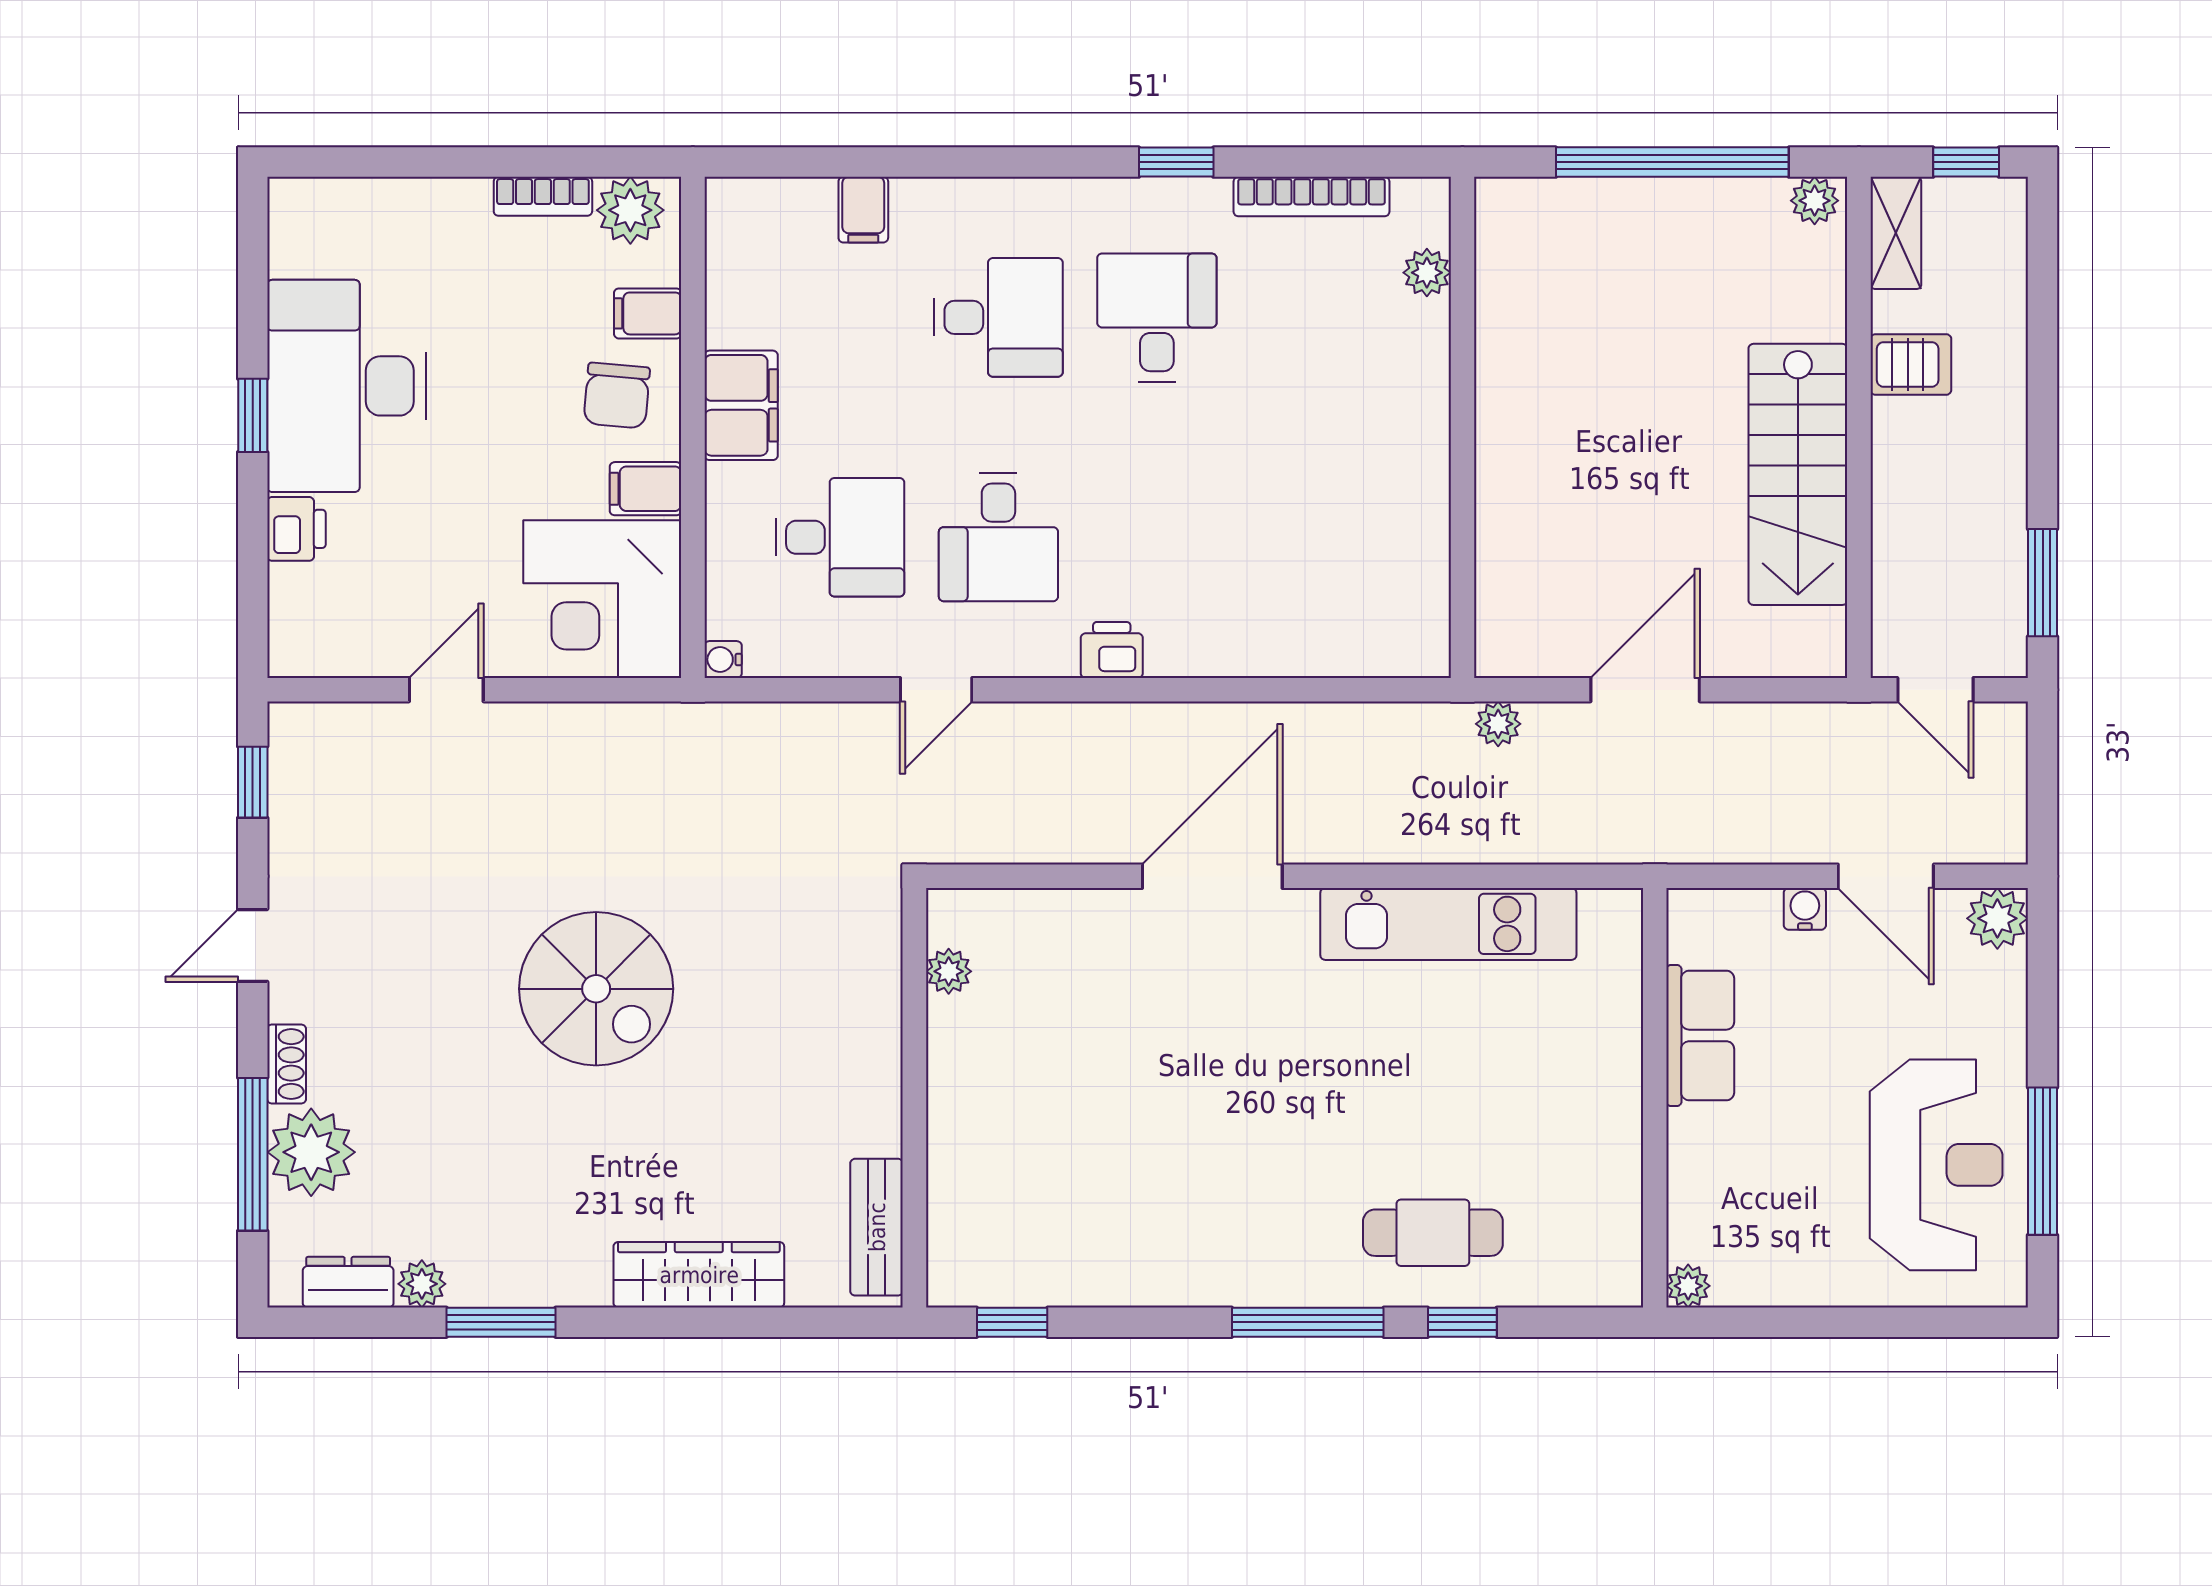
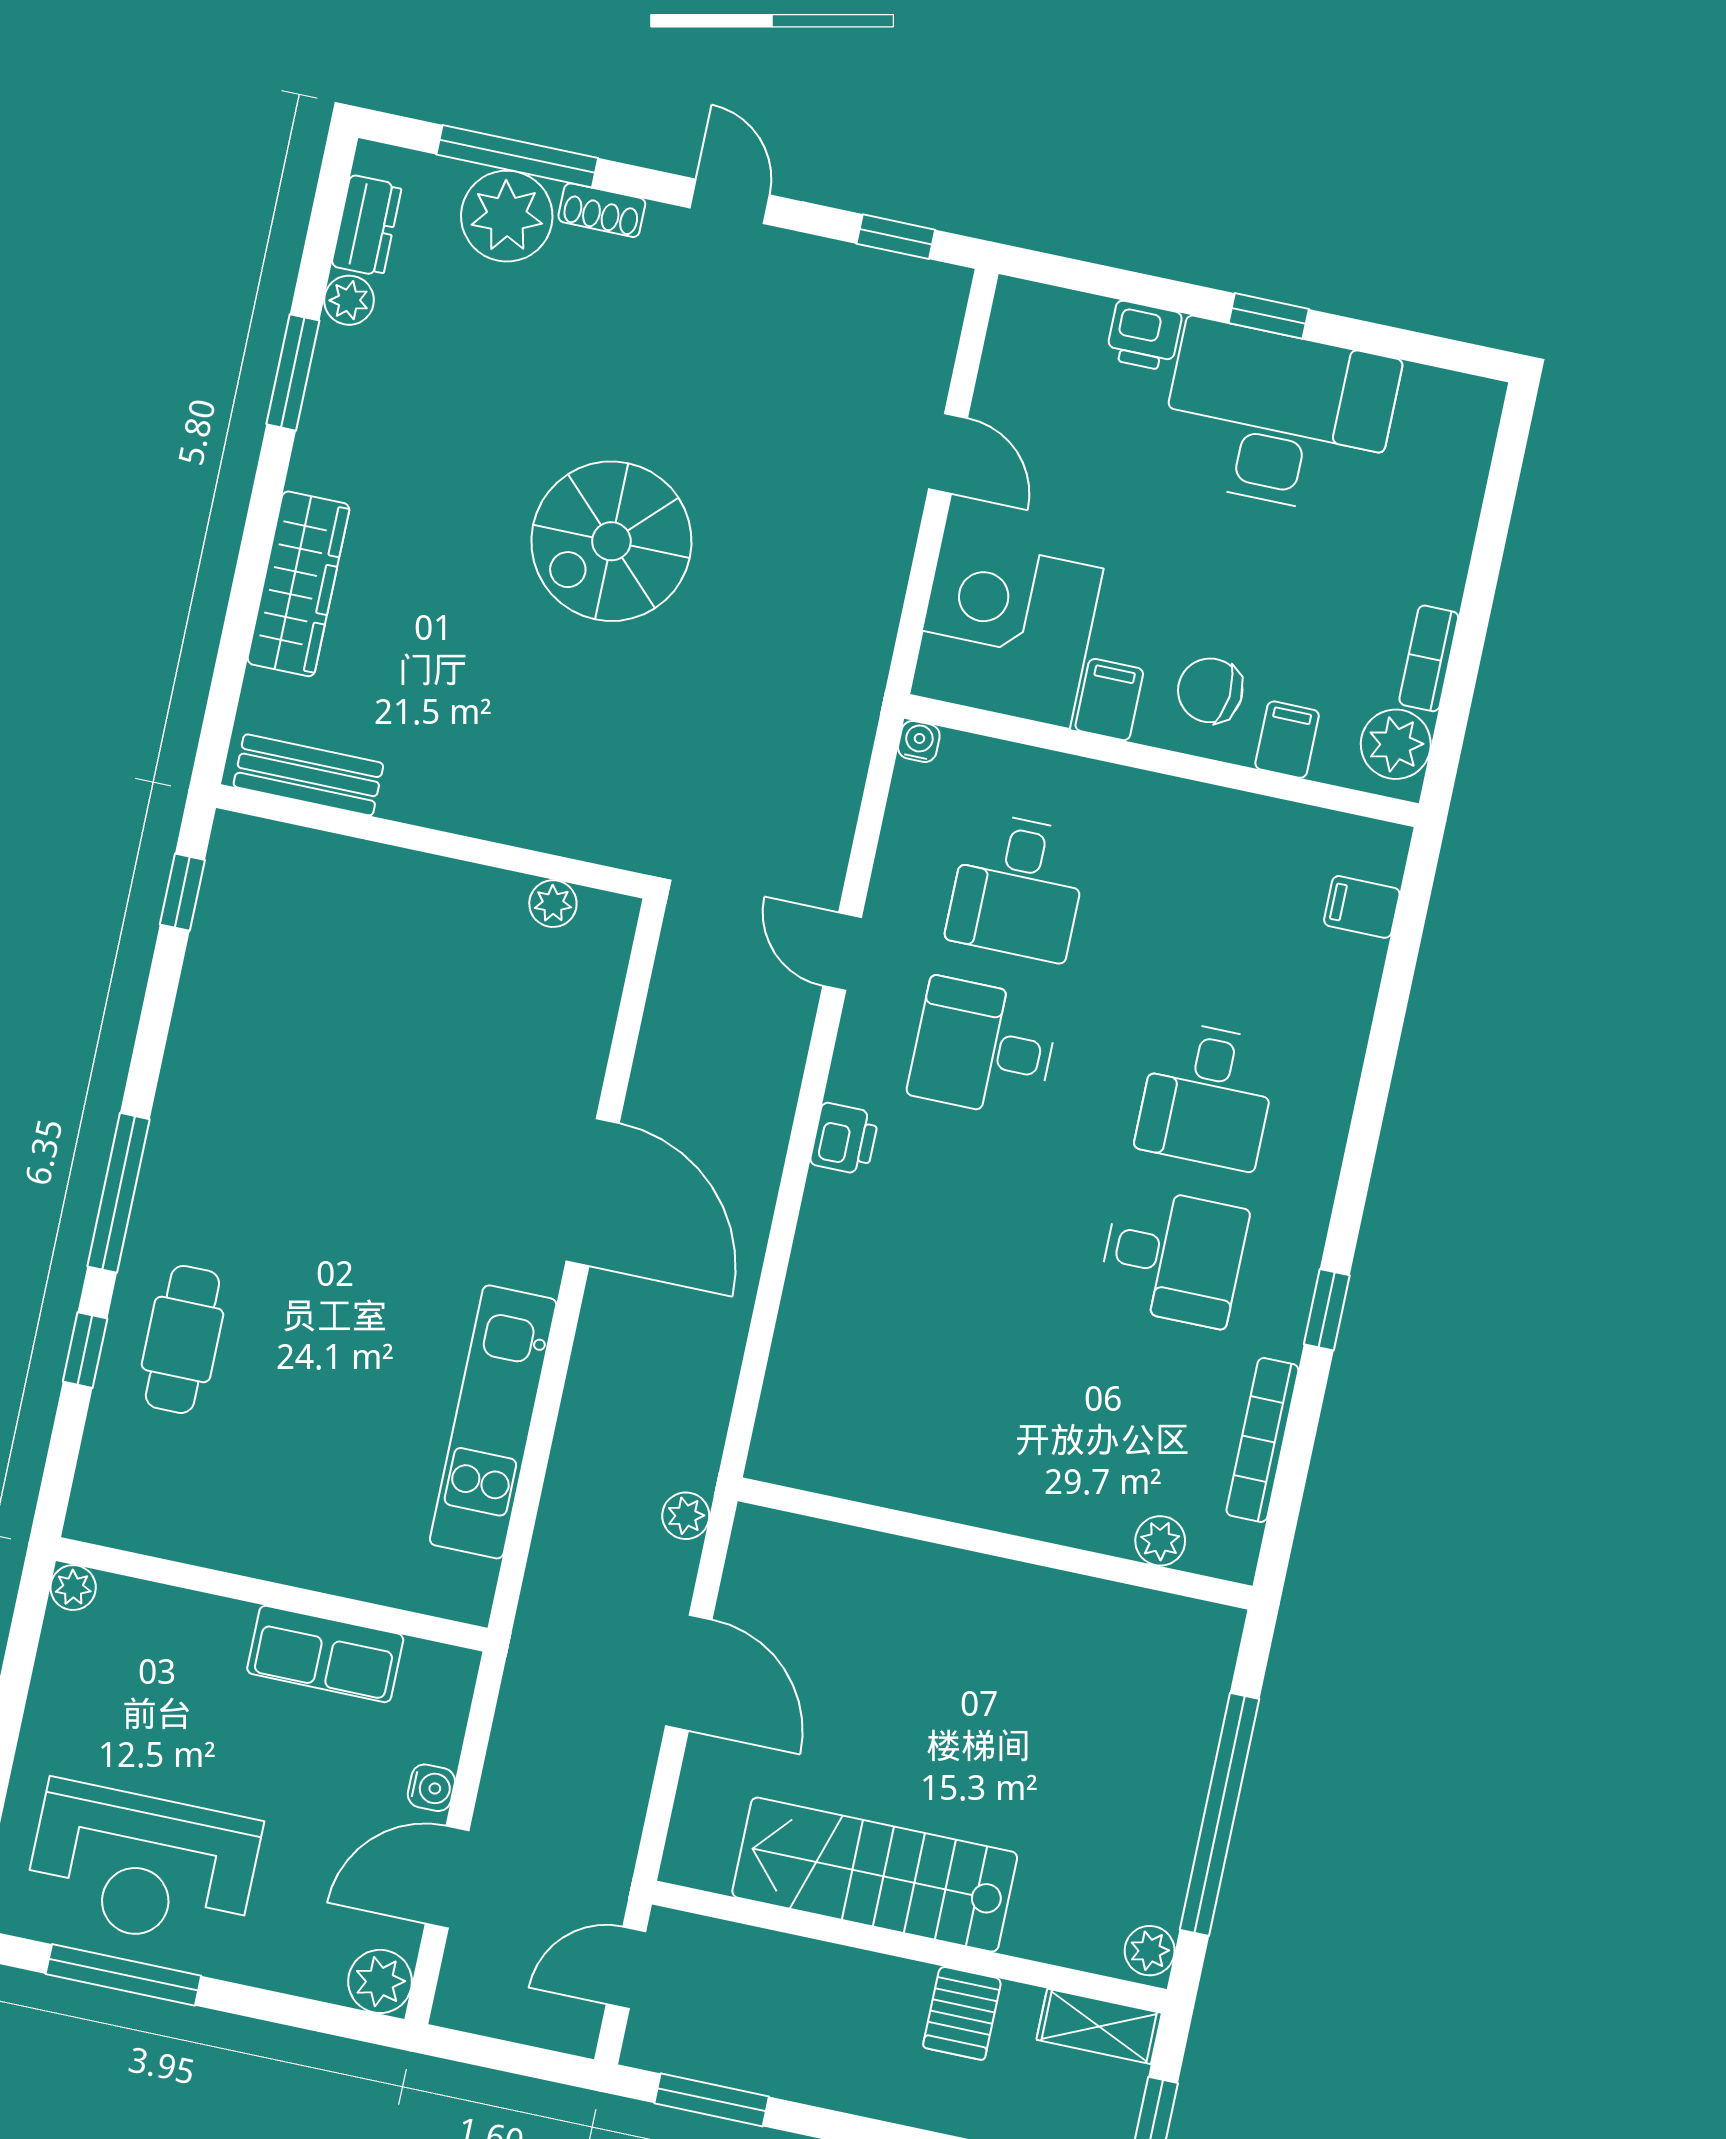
filing cabinet: (863, 210) -> (1362, 907), moved
filing cabinet: (741, 405) -> (1173, 815), removed

